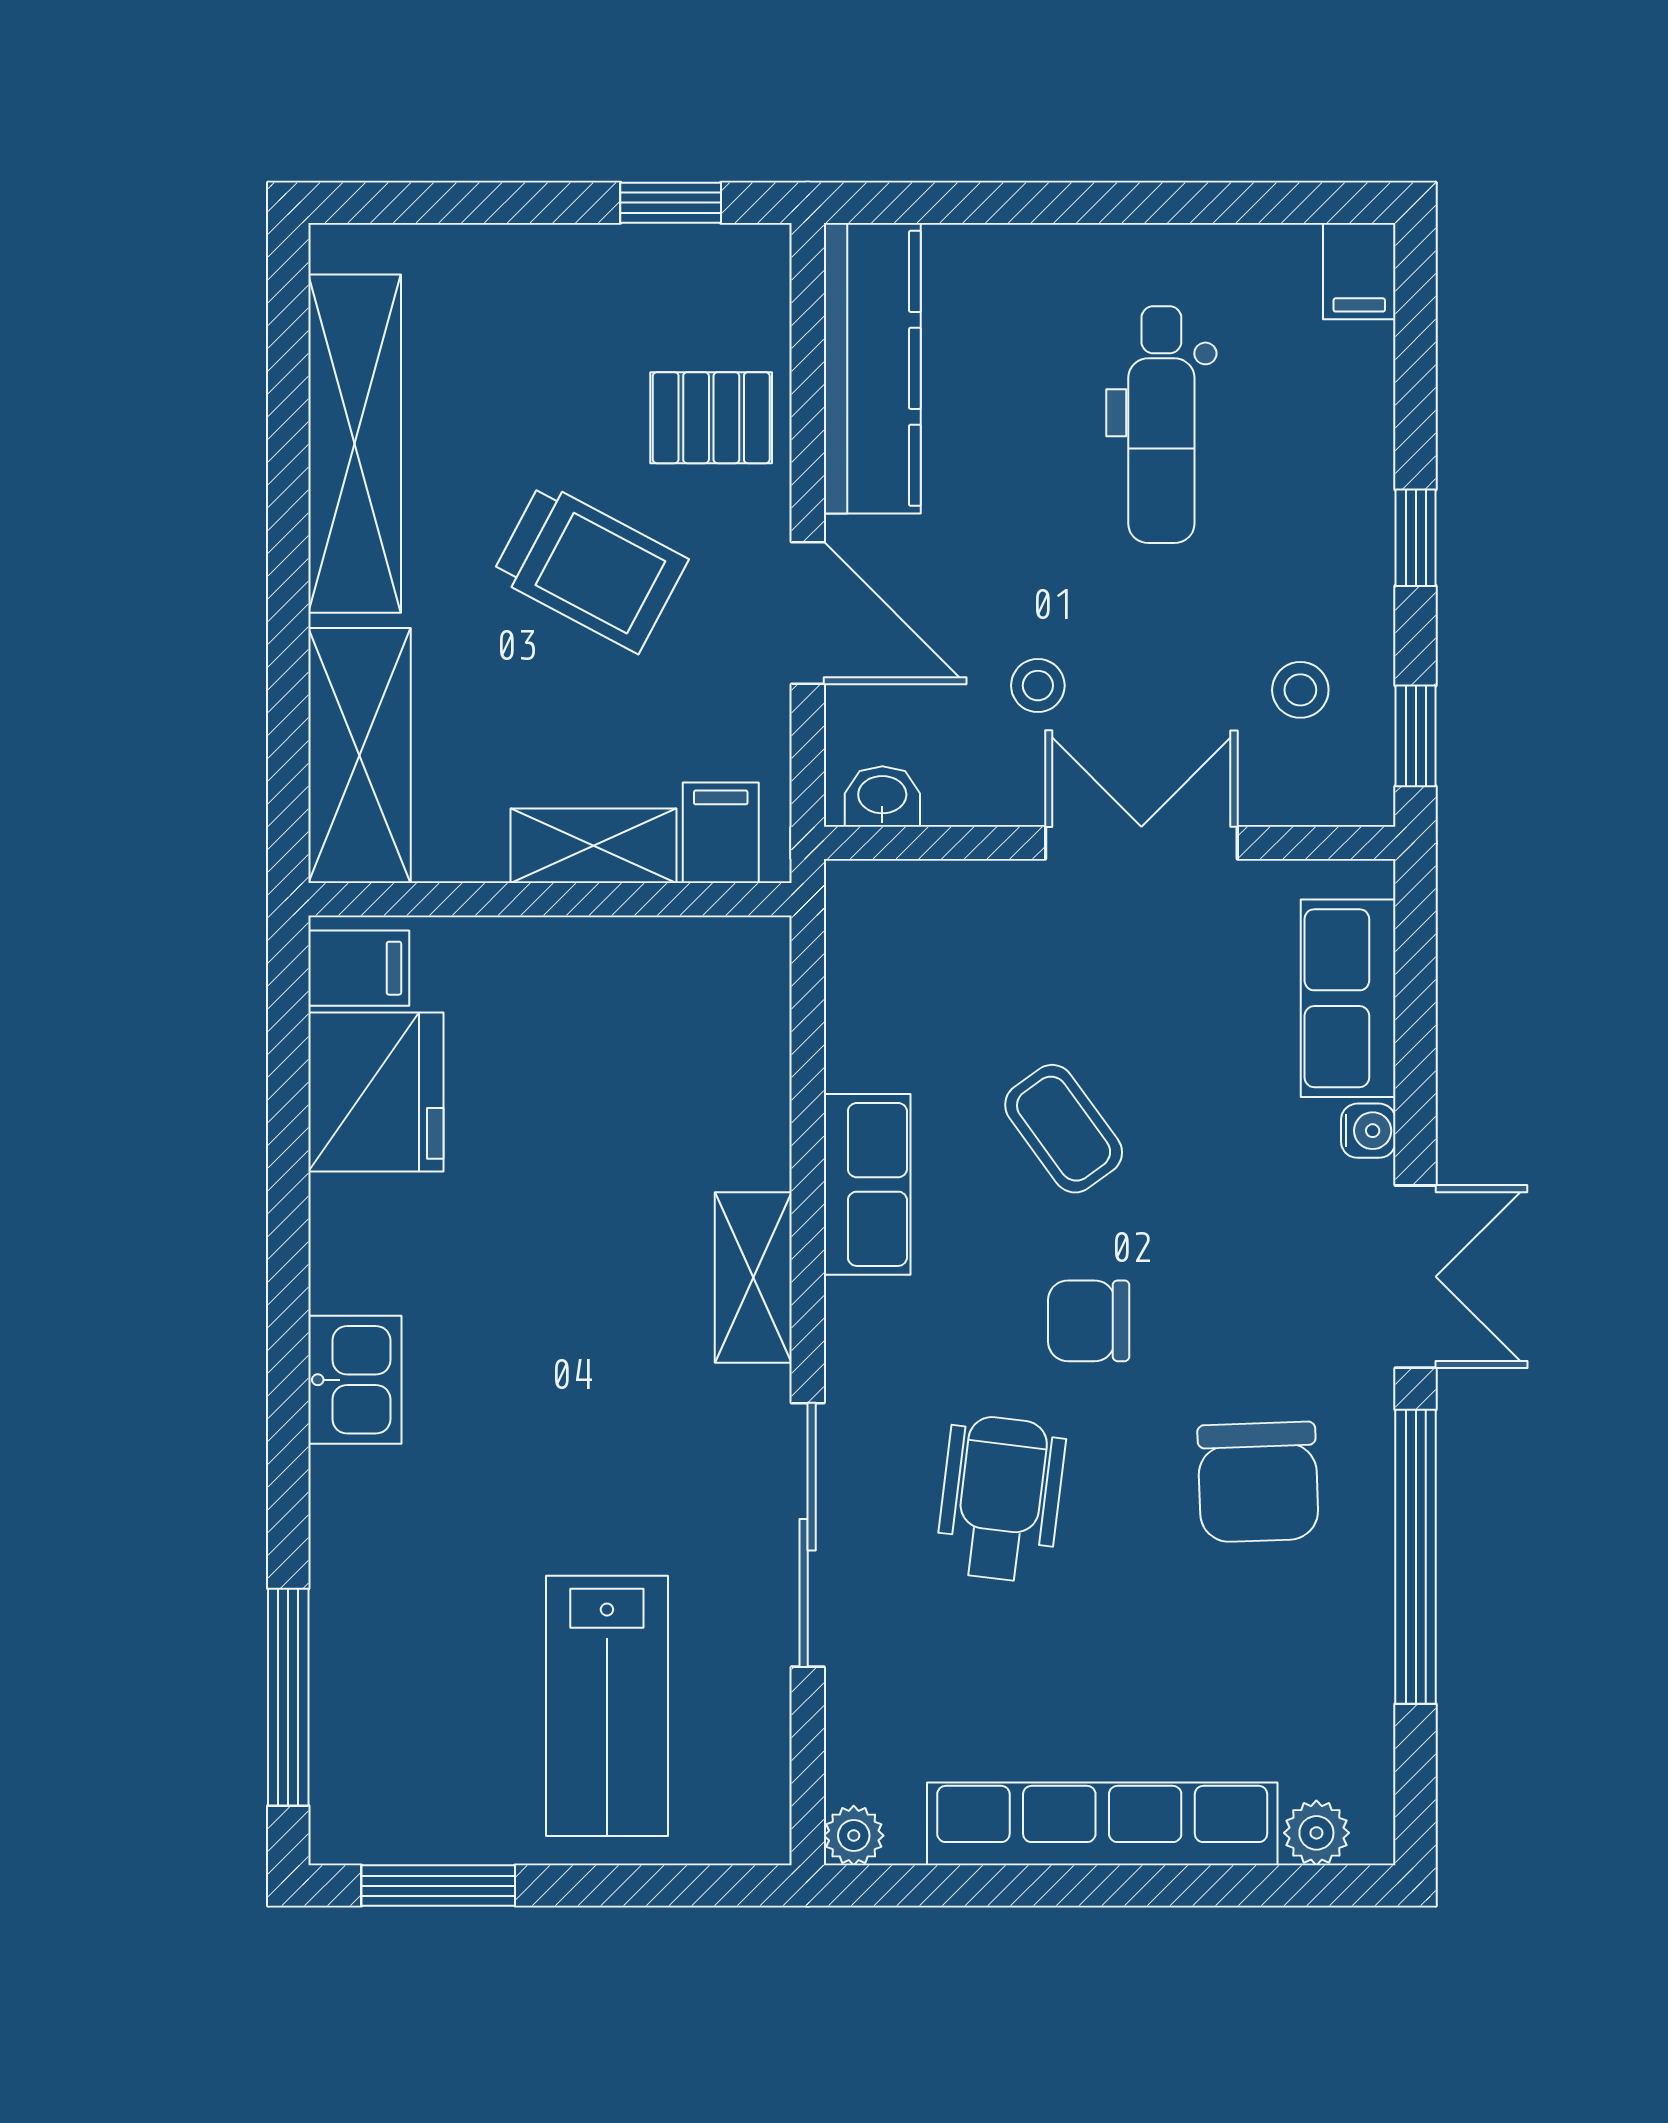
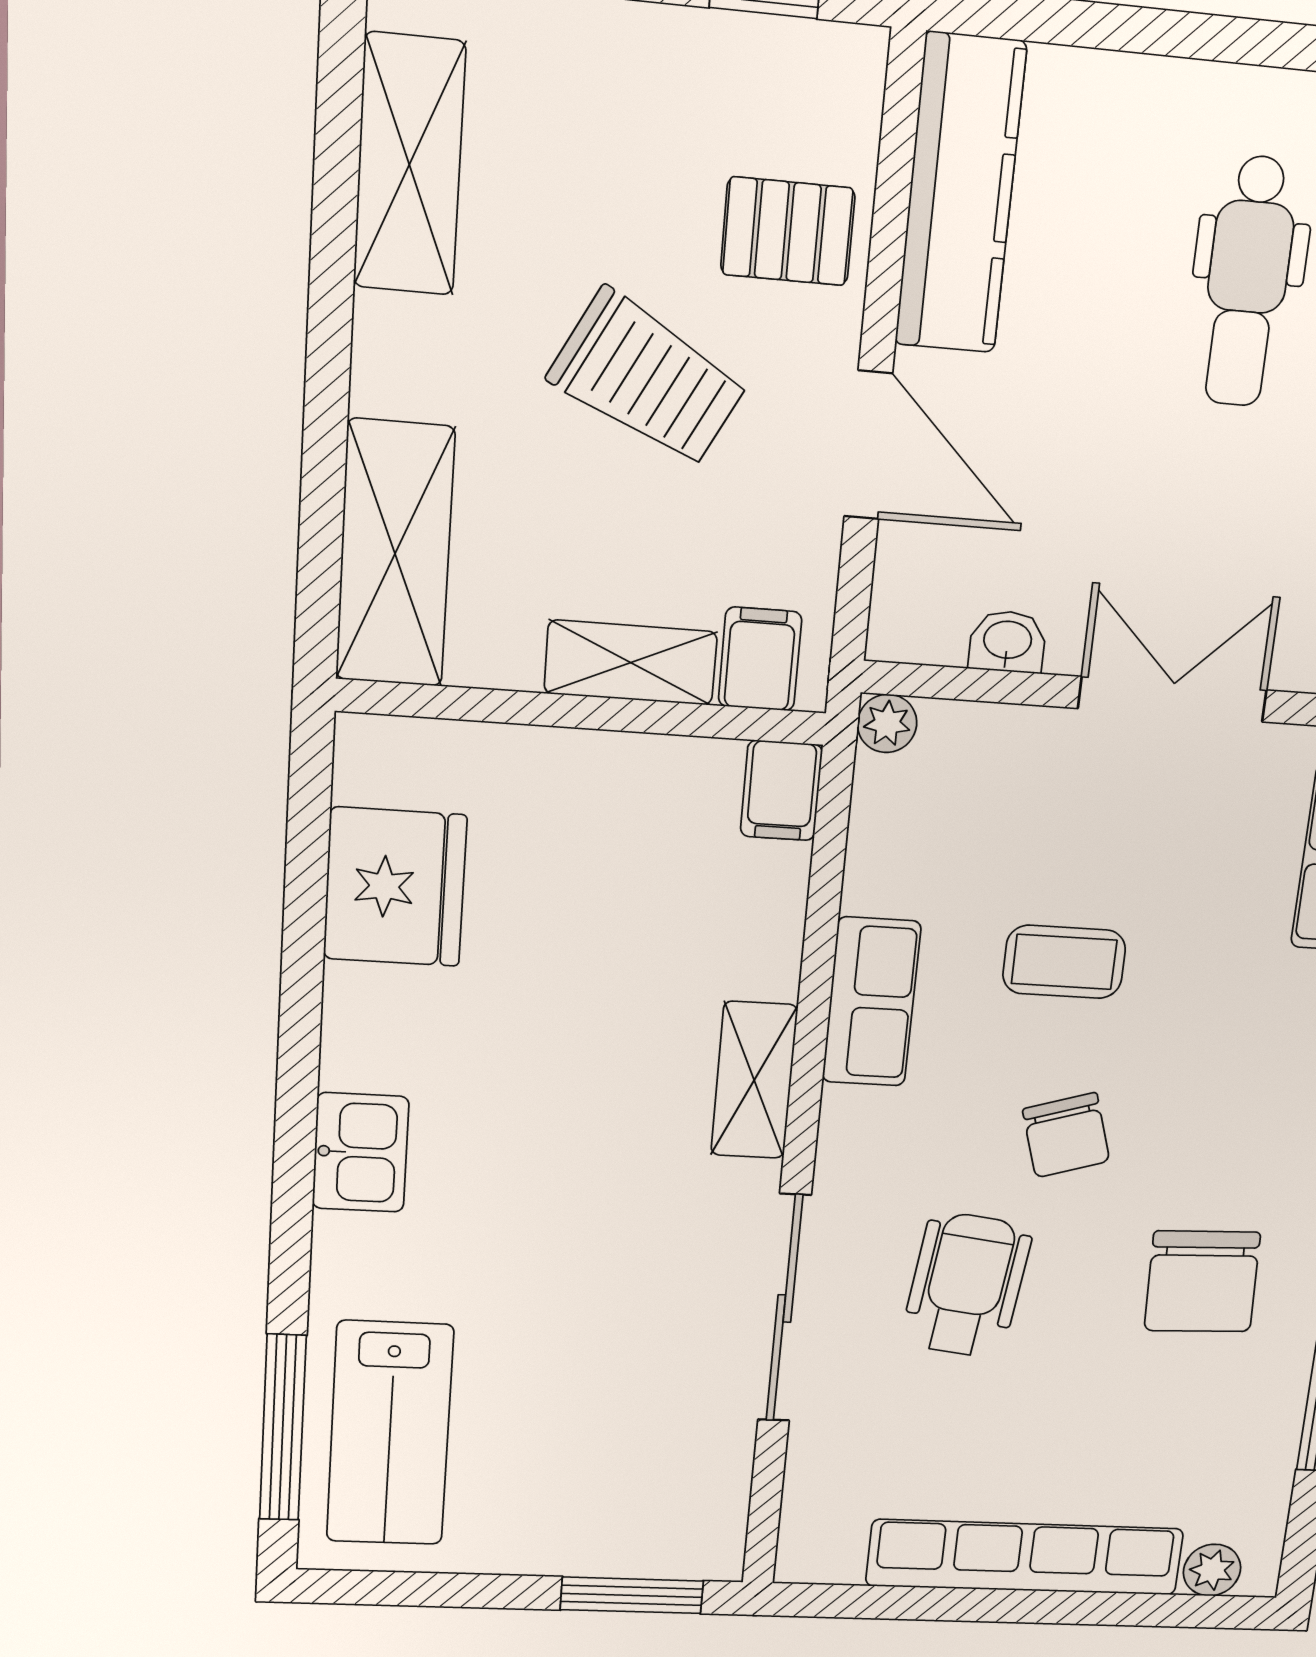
shelving: (355, 444) -> (409, 165), width x0.68
stool: (1038, 686) -> (1091, 537), removed
washbasin: (882, 796) -> (1007, 642), moved
filing cabinet: (359, 968) -> (781, 790), moved, turned 90
coffee table: (1064, 1129) -> (1064, 962), turned -54
chair: (1089, 1321) -> (1066, 1135), turned -107
lab bench: (607, 1706) -> (390, 1434), moved
plant: (854, 1836) -> (887, 723), moved
window: (438, 1886) -> (632, 1595), moved

